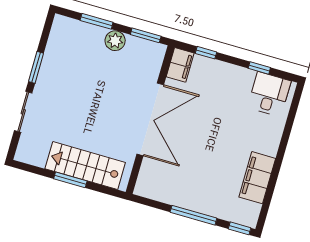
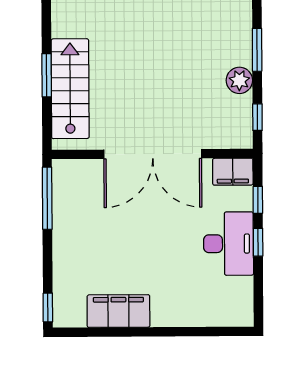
window: (146, 35) -> (257, 117), width x0.67
window: (259, 68) -> (258, 242), moved
desk: (269, 94) -> (228, 244), moved, width x1.37
window: (193, 215) -> (47, 198), moved

